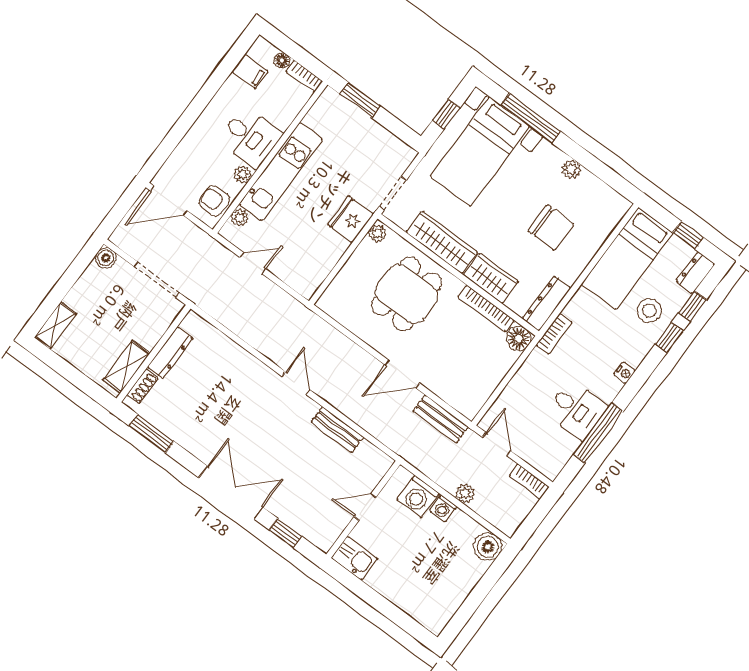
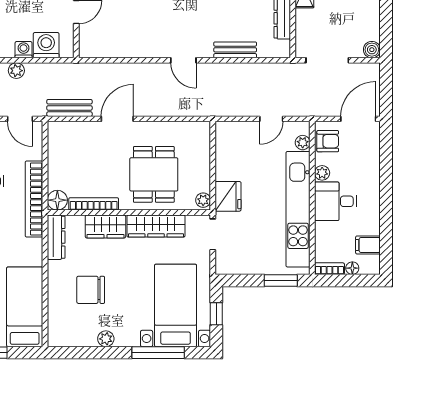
kitchen unit: (281, 171) -> (298, 209), width x1.36
bookcase: (554, 334) -> (34, 199), width x2.31, depth x1.31
bench: (337, 430) -> (235, 50), moved

